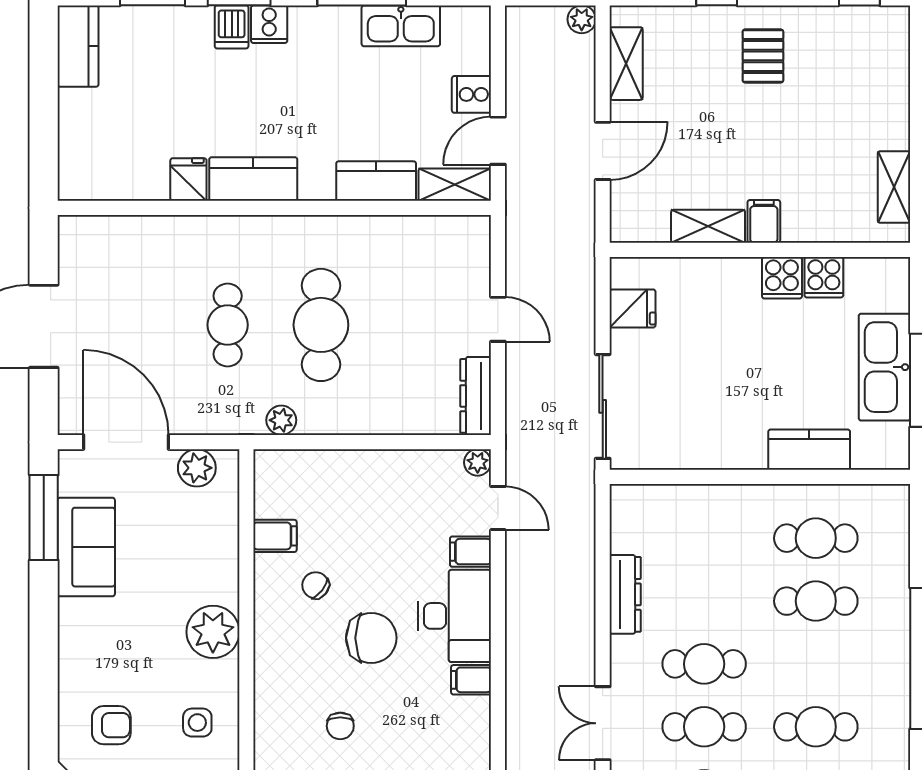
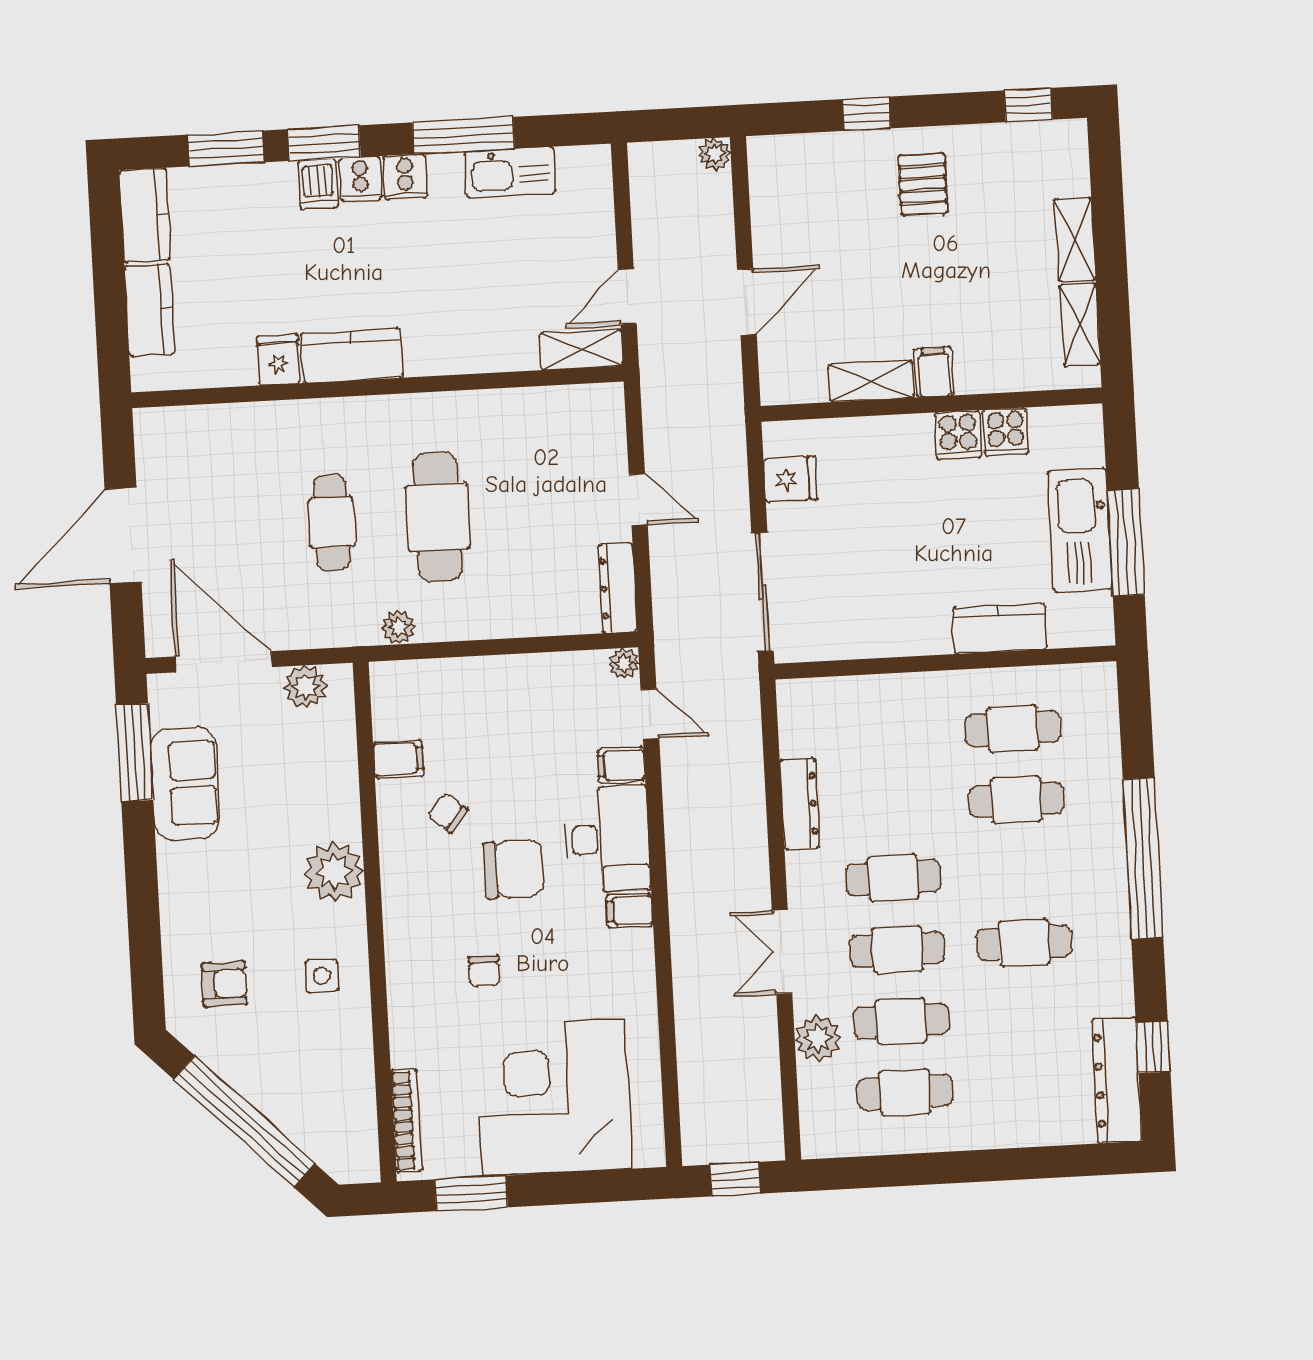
shelving: (626, 64) -> (1075, 240), moved
cooker: (471, 94) -> (405, 177), moved, turned -90
kitchen counter: (376, 181) -> (149, 310), moved, turned 90

